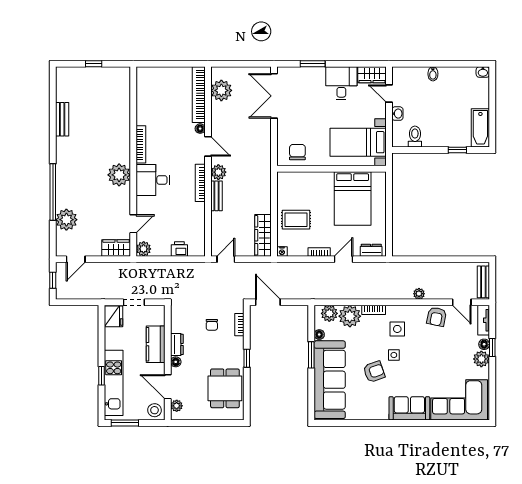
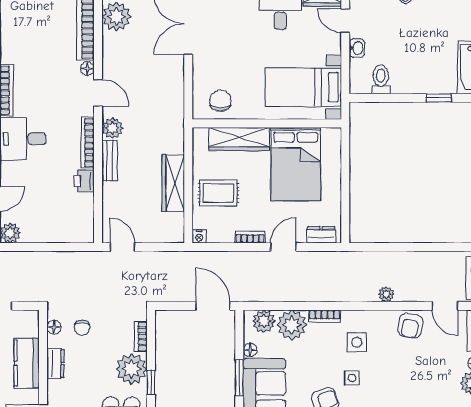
wardrobe: (311, 180) -> (239, 139), added
wardrobe: (263, 235) -> (173, 183), moved
printer: (179, 249) -> (84, 181), moved, turned -90
door: (226, 259) -> (123, 247), hinge flipped
door: (268, 302) -> (213, 306), moved
chair: (212, 325) -> (82, 328), moved
plant: (232, 348) -> (131, 369), added
floor lamp: (176, 362) -> (54, 327), moved

